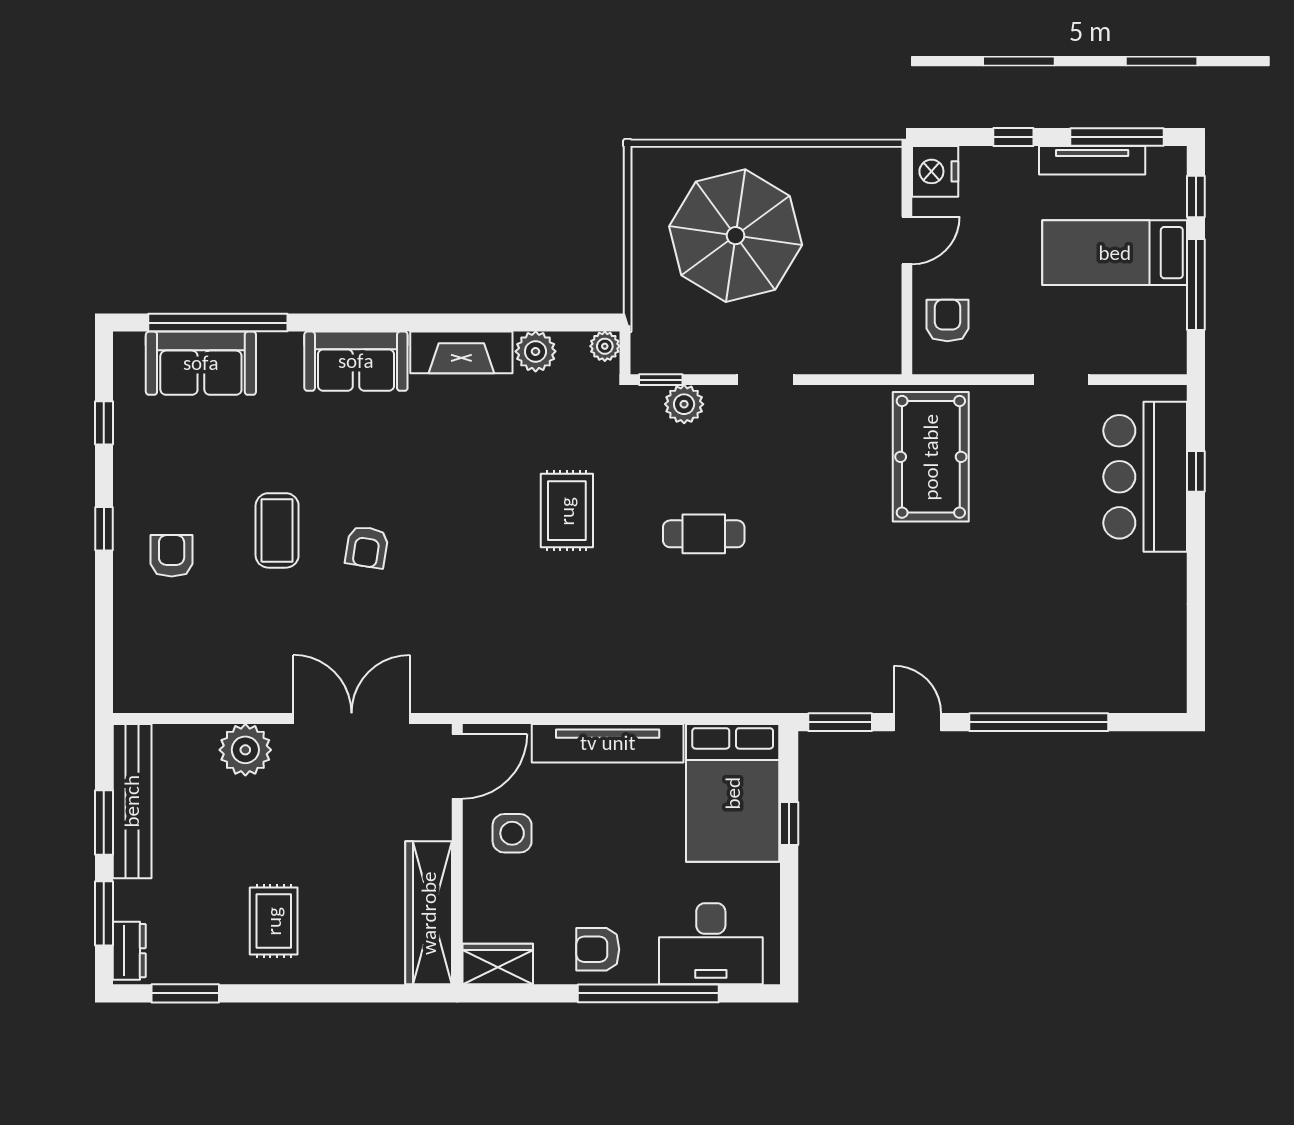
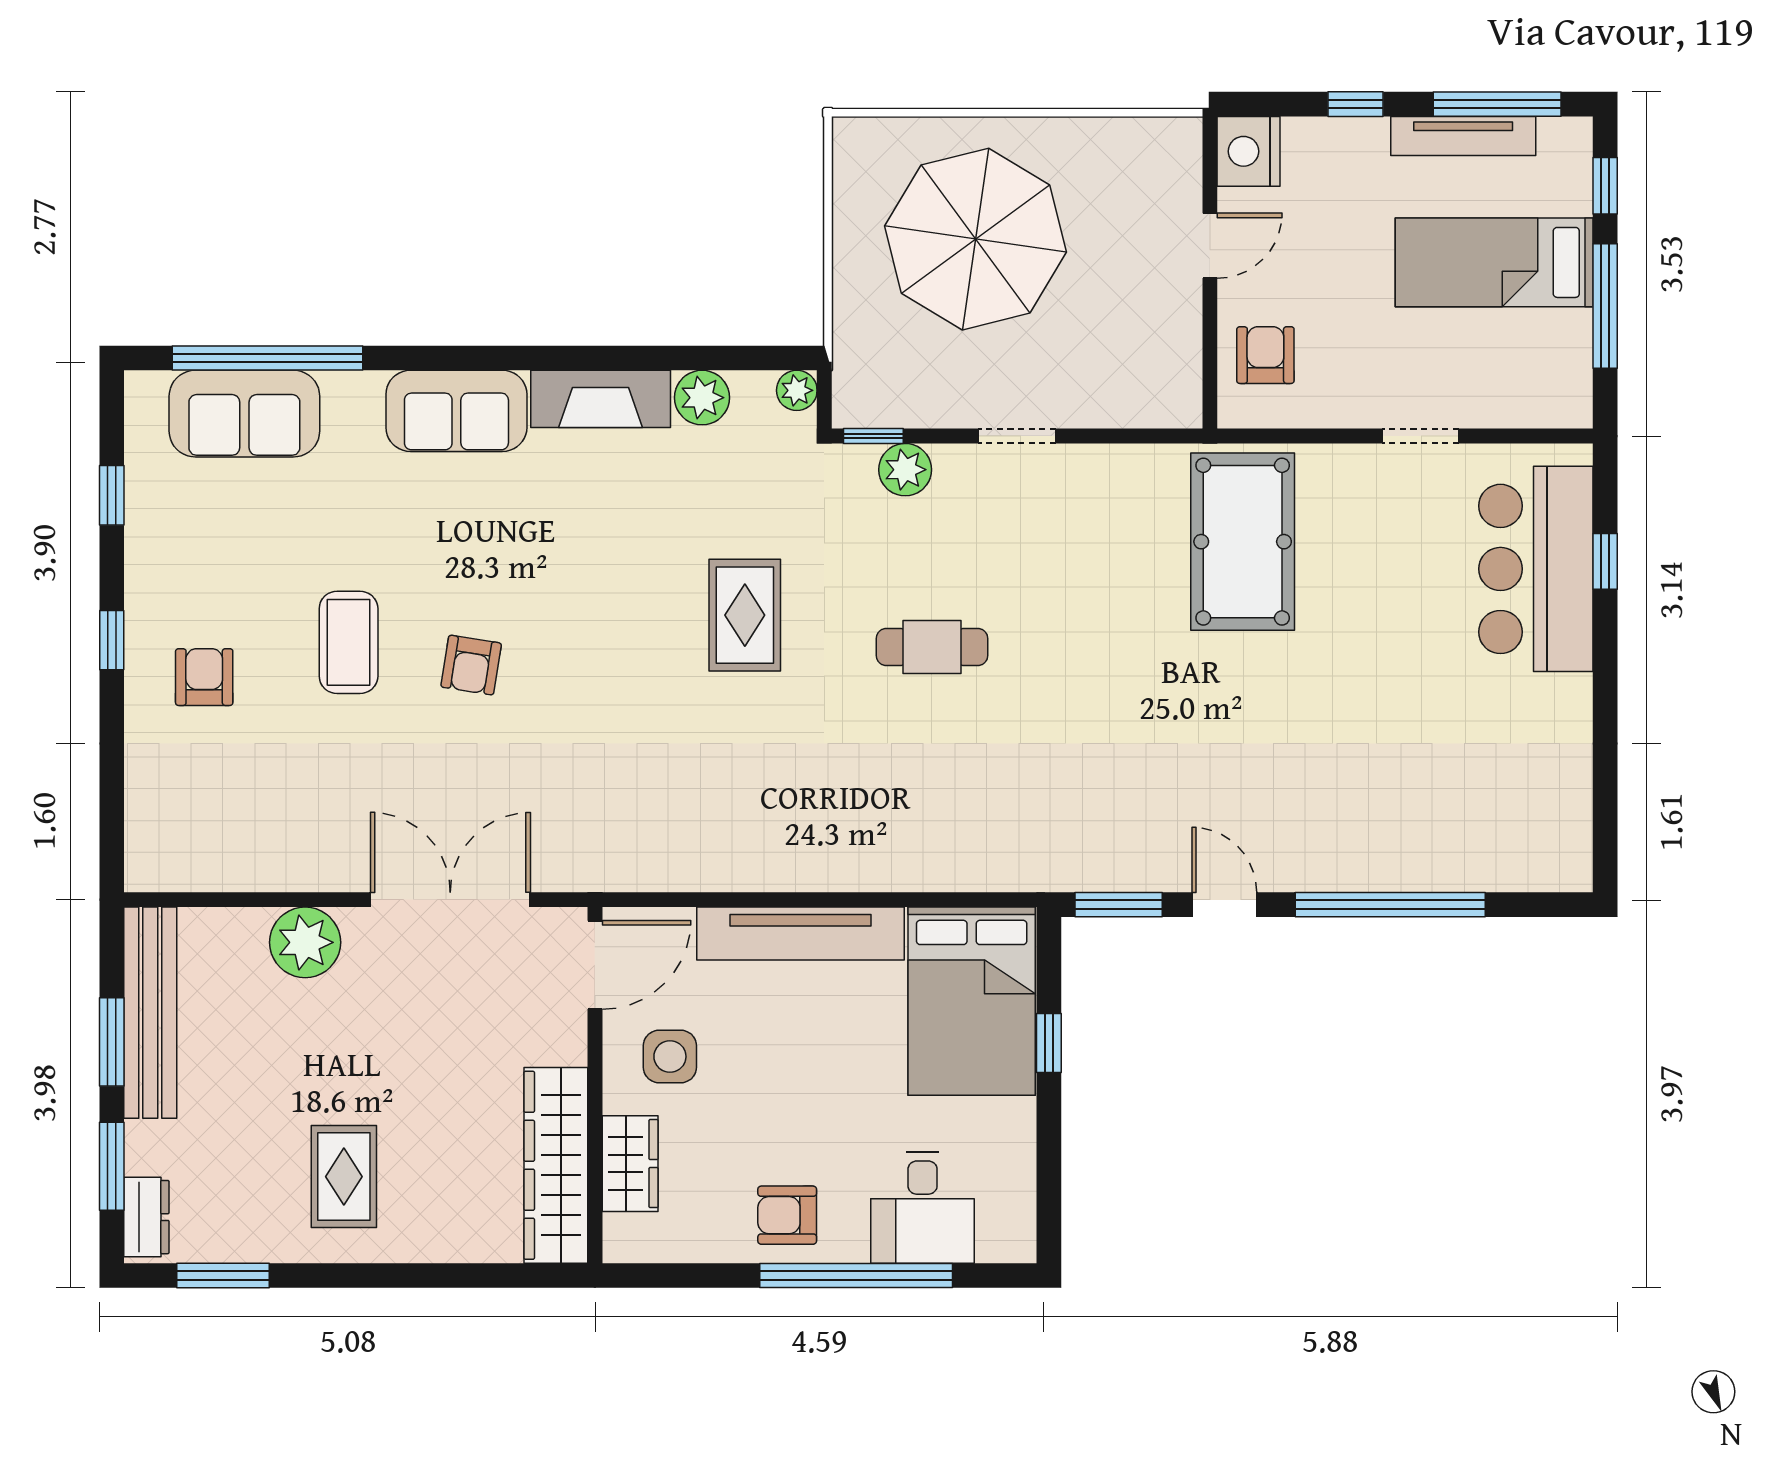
desk: (711, 944) -> (923, 1208), width x0.73
wardrobe: (498, 964) -> (630, 1164), moved, turned 90

